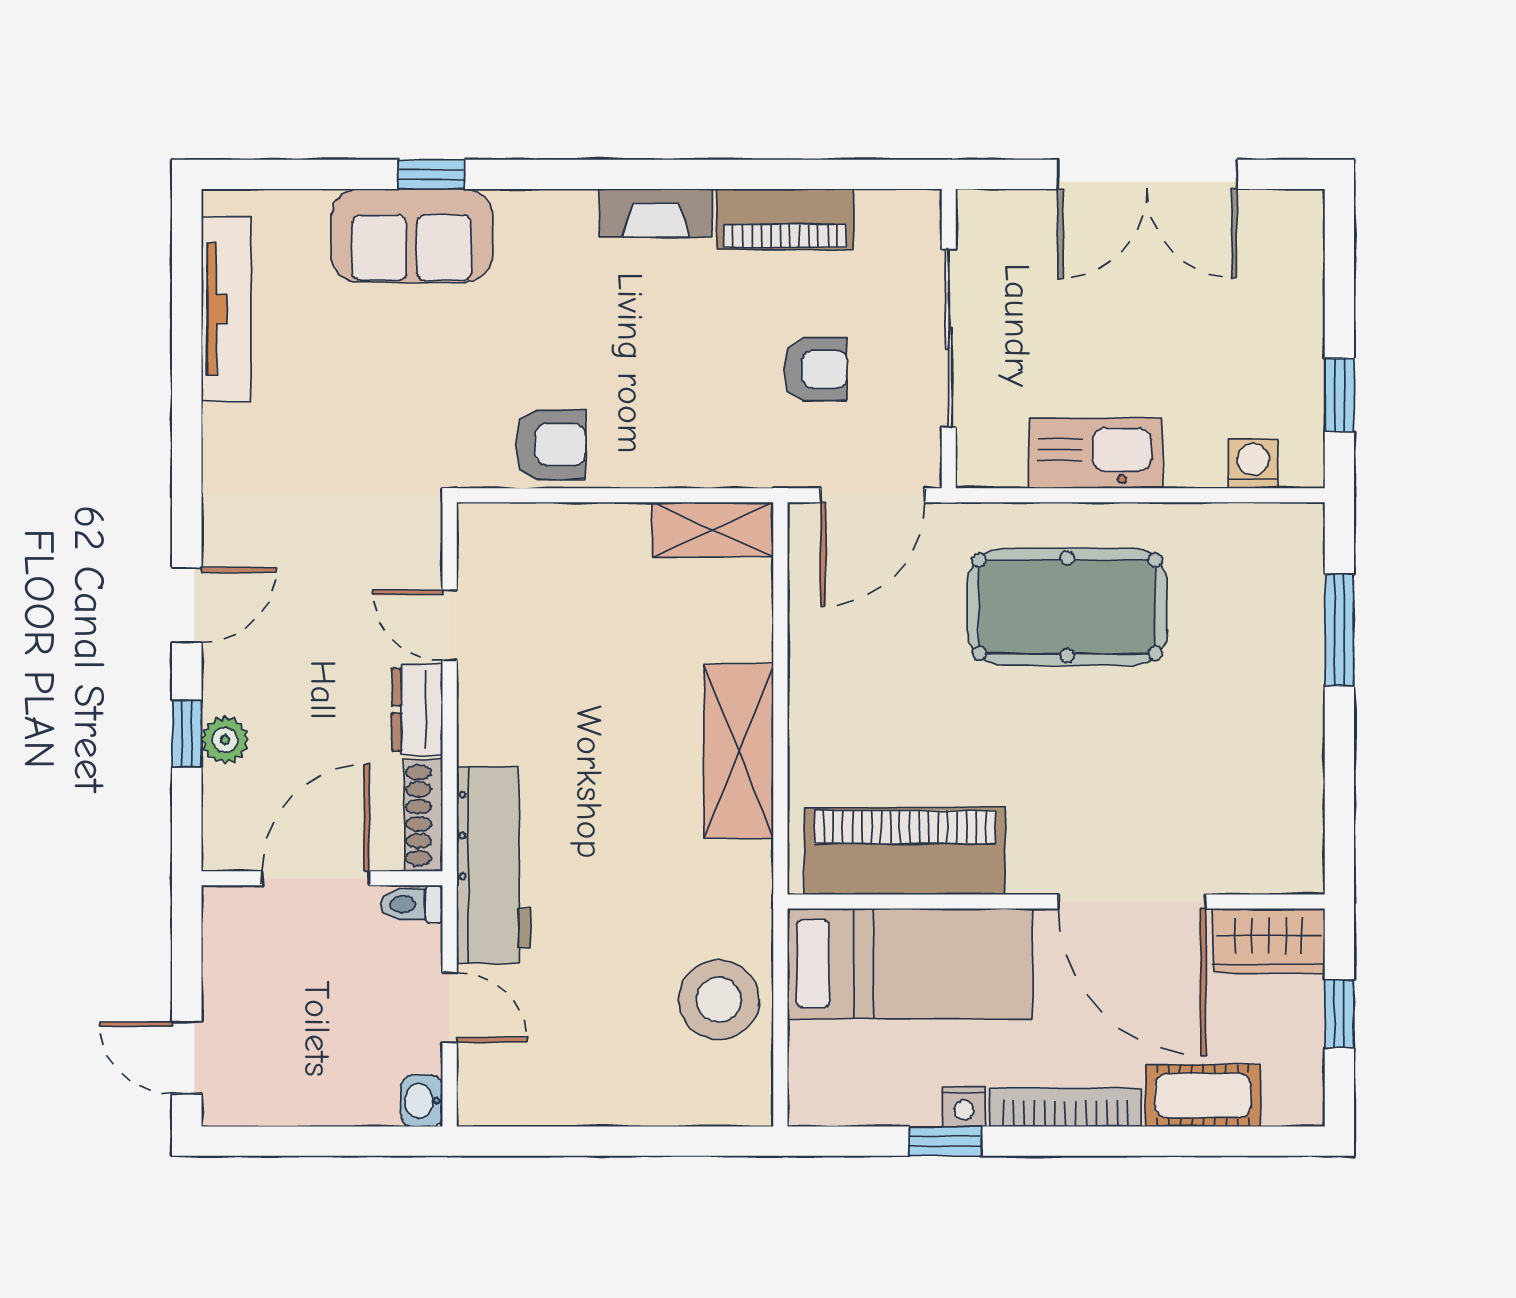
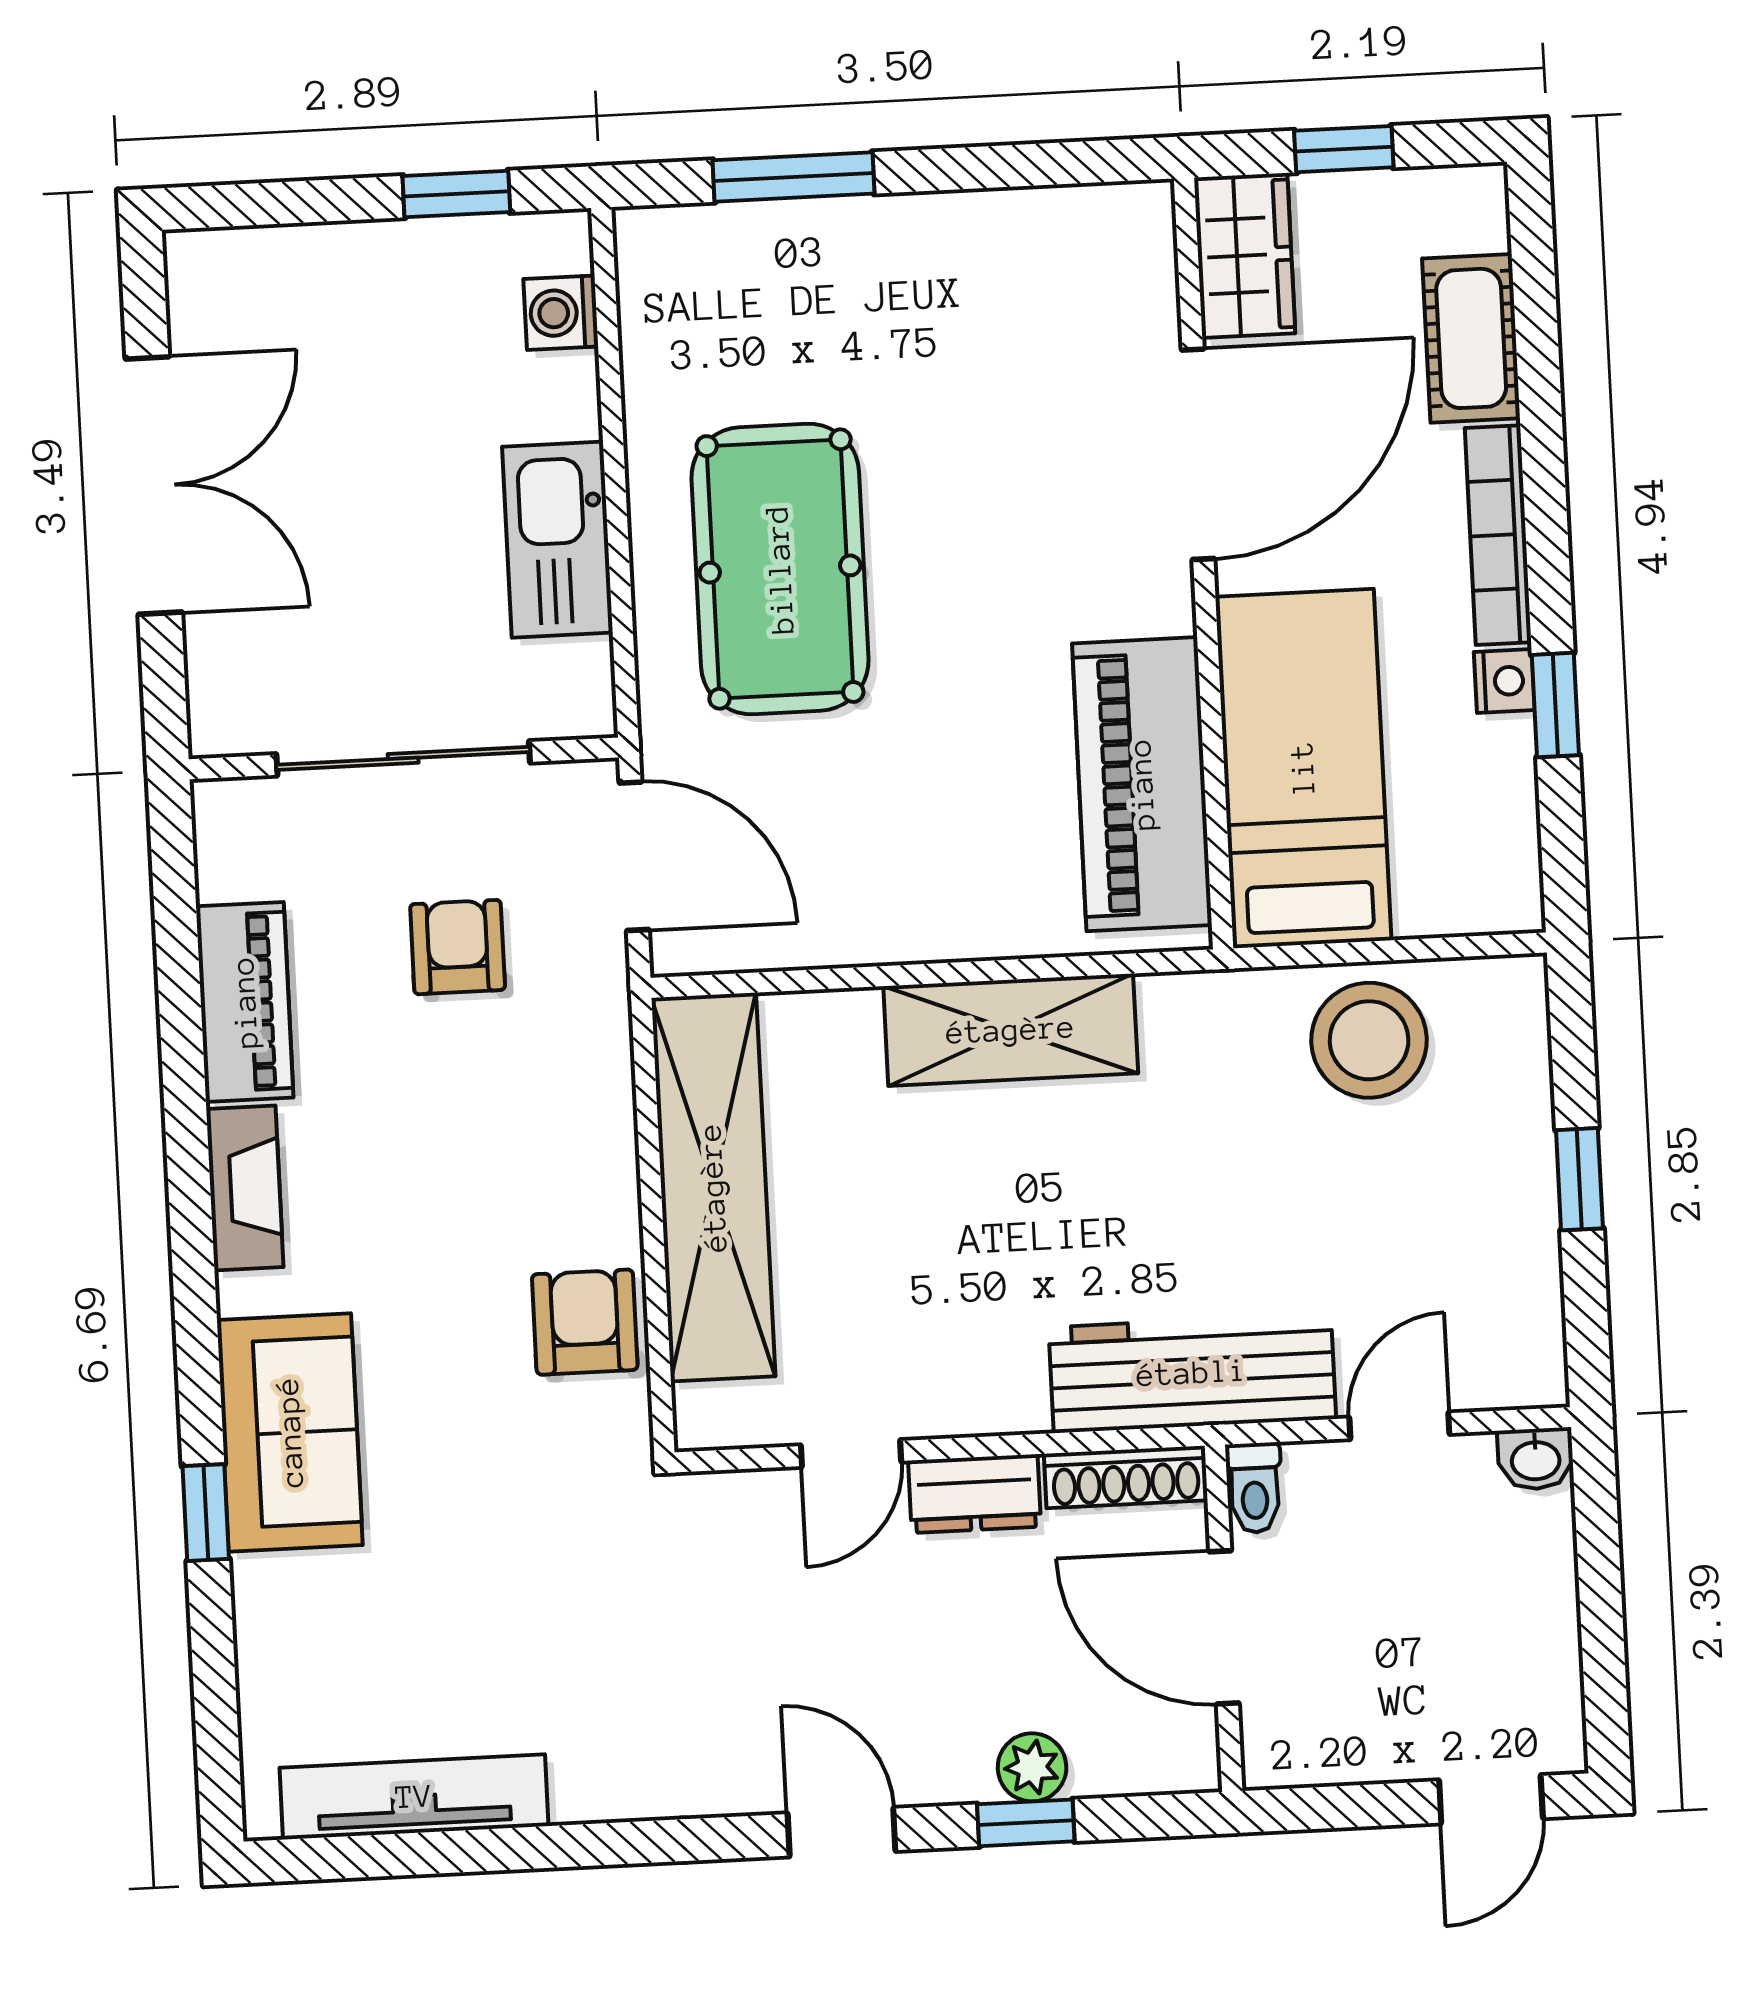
sofa: (412, 236) -> (290, 1432), moved
shelving: (713, 530) -> (713, 1187), width x2.20, depth x1.33
window: (615, 1141) -> (1579, 1179), added

